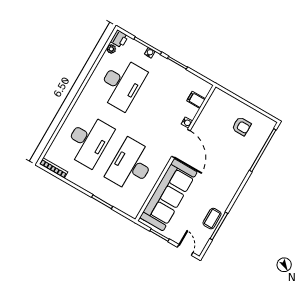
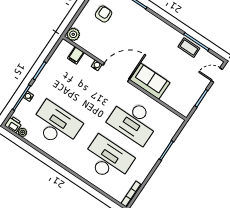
plant: (218, 96) -> (73, 34), added
sofa: (168, 195) -> (150, 81), width x0.54, depth x0.79

